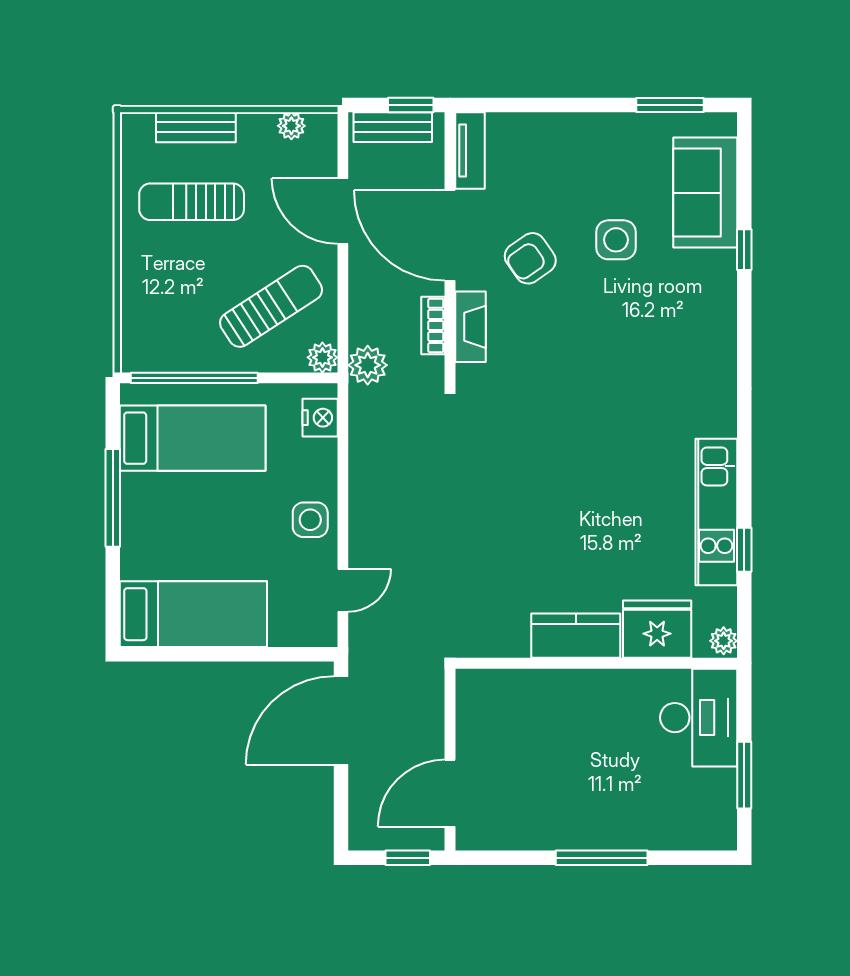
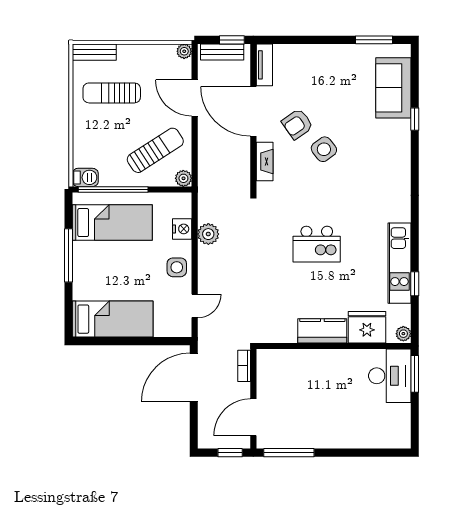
plant: (291, 126) -> (184, 51), moved
bench: (196, 127) -> (94, 52), moved
side table: (616, 240) -> (324, 149), moved, turned -37
bookcase: (433, 325) -> (244, 366), moved
barbecue: (143, 356) -> (85, 177), added
plant: (368, 365) -> (208, 234), moved
nightstand: (320, 418) -> (182, 229), moved
kitchen island: (566, 477) -> (317, 244), added
window: (744, 775) -> (415, 374), moved
window: (602, 858) -> (289, 453), moved

